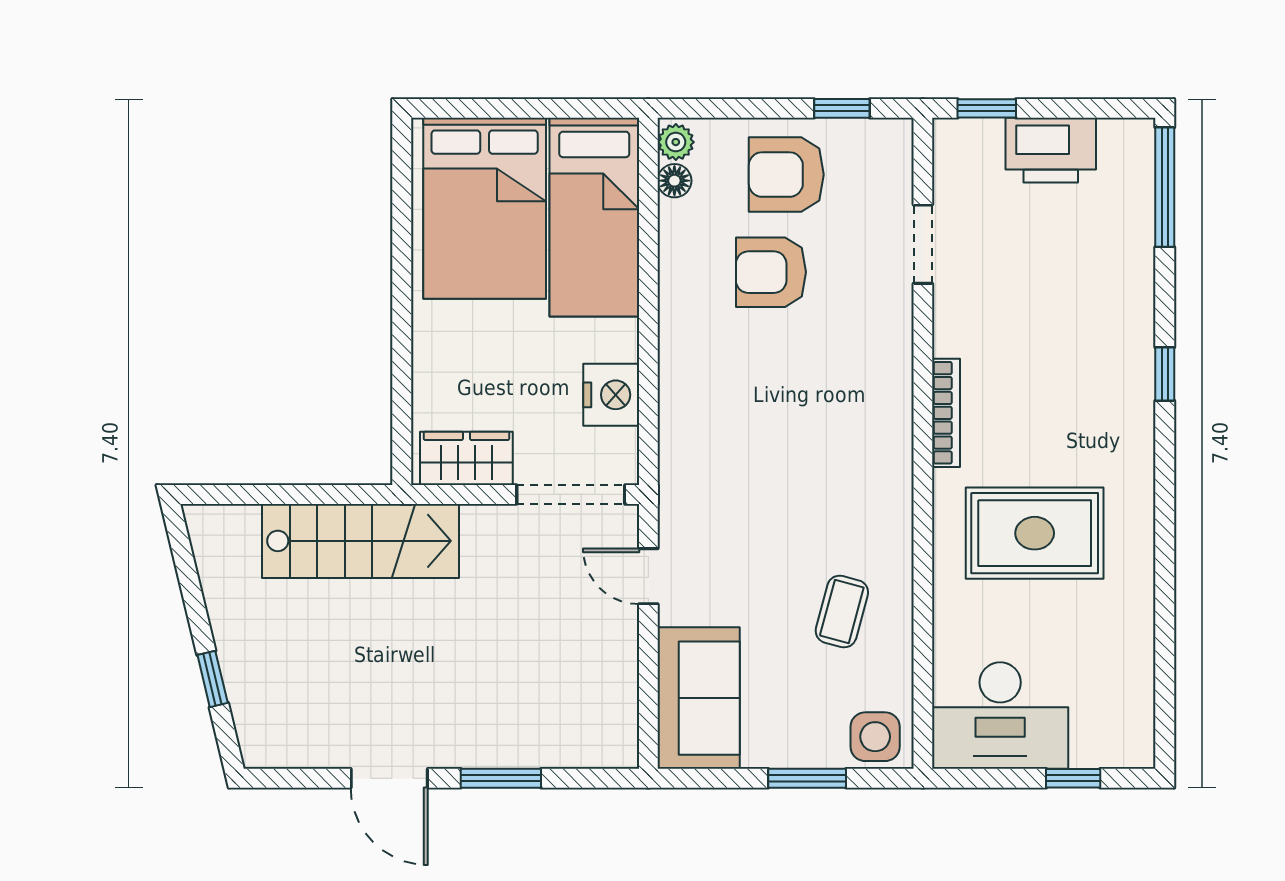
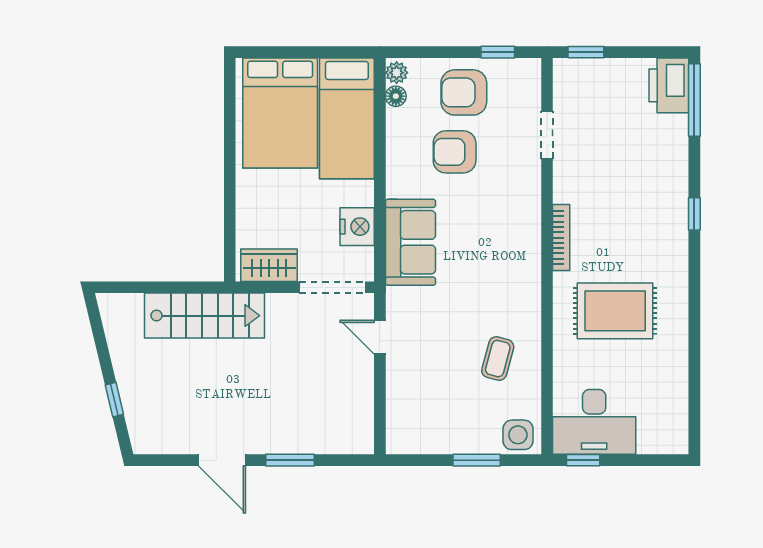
printer: (1051, 150) -> (669, 85), moved, turned 90
sofa: (699, 698) -> (410, 242), moved
window: (1073, 778) -> (583, 460), moved

